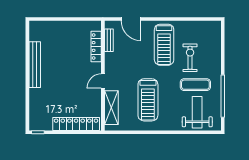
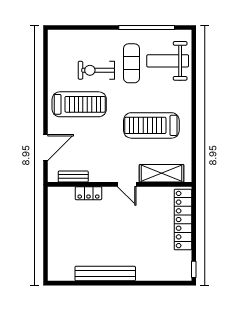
locker: (96, 46) -> (88, 193), width x0.66
treadmill: (148, 100) -> (151, 125), turned 180

